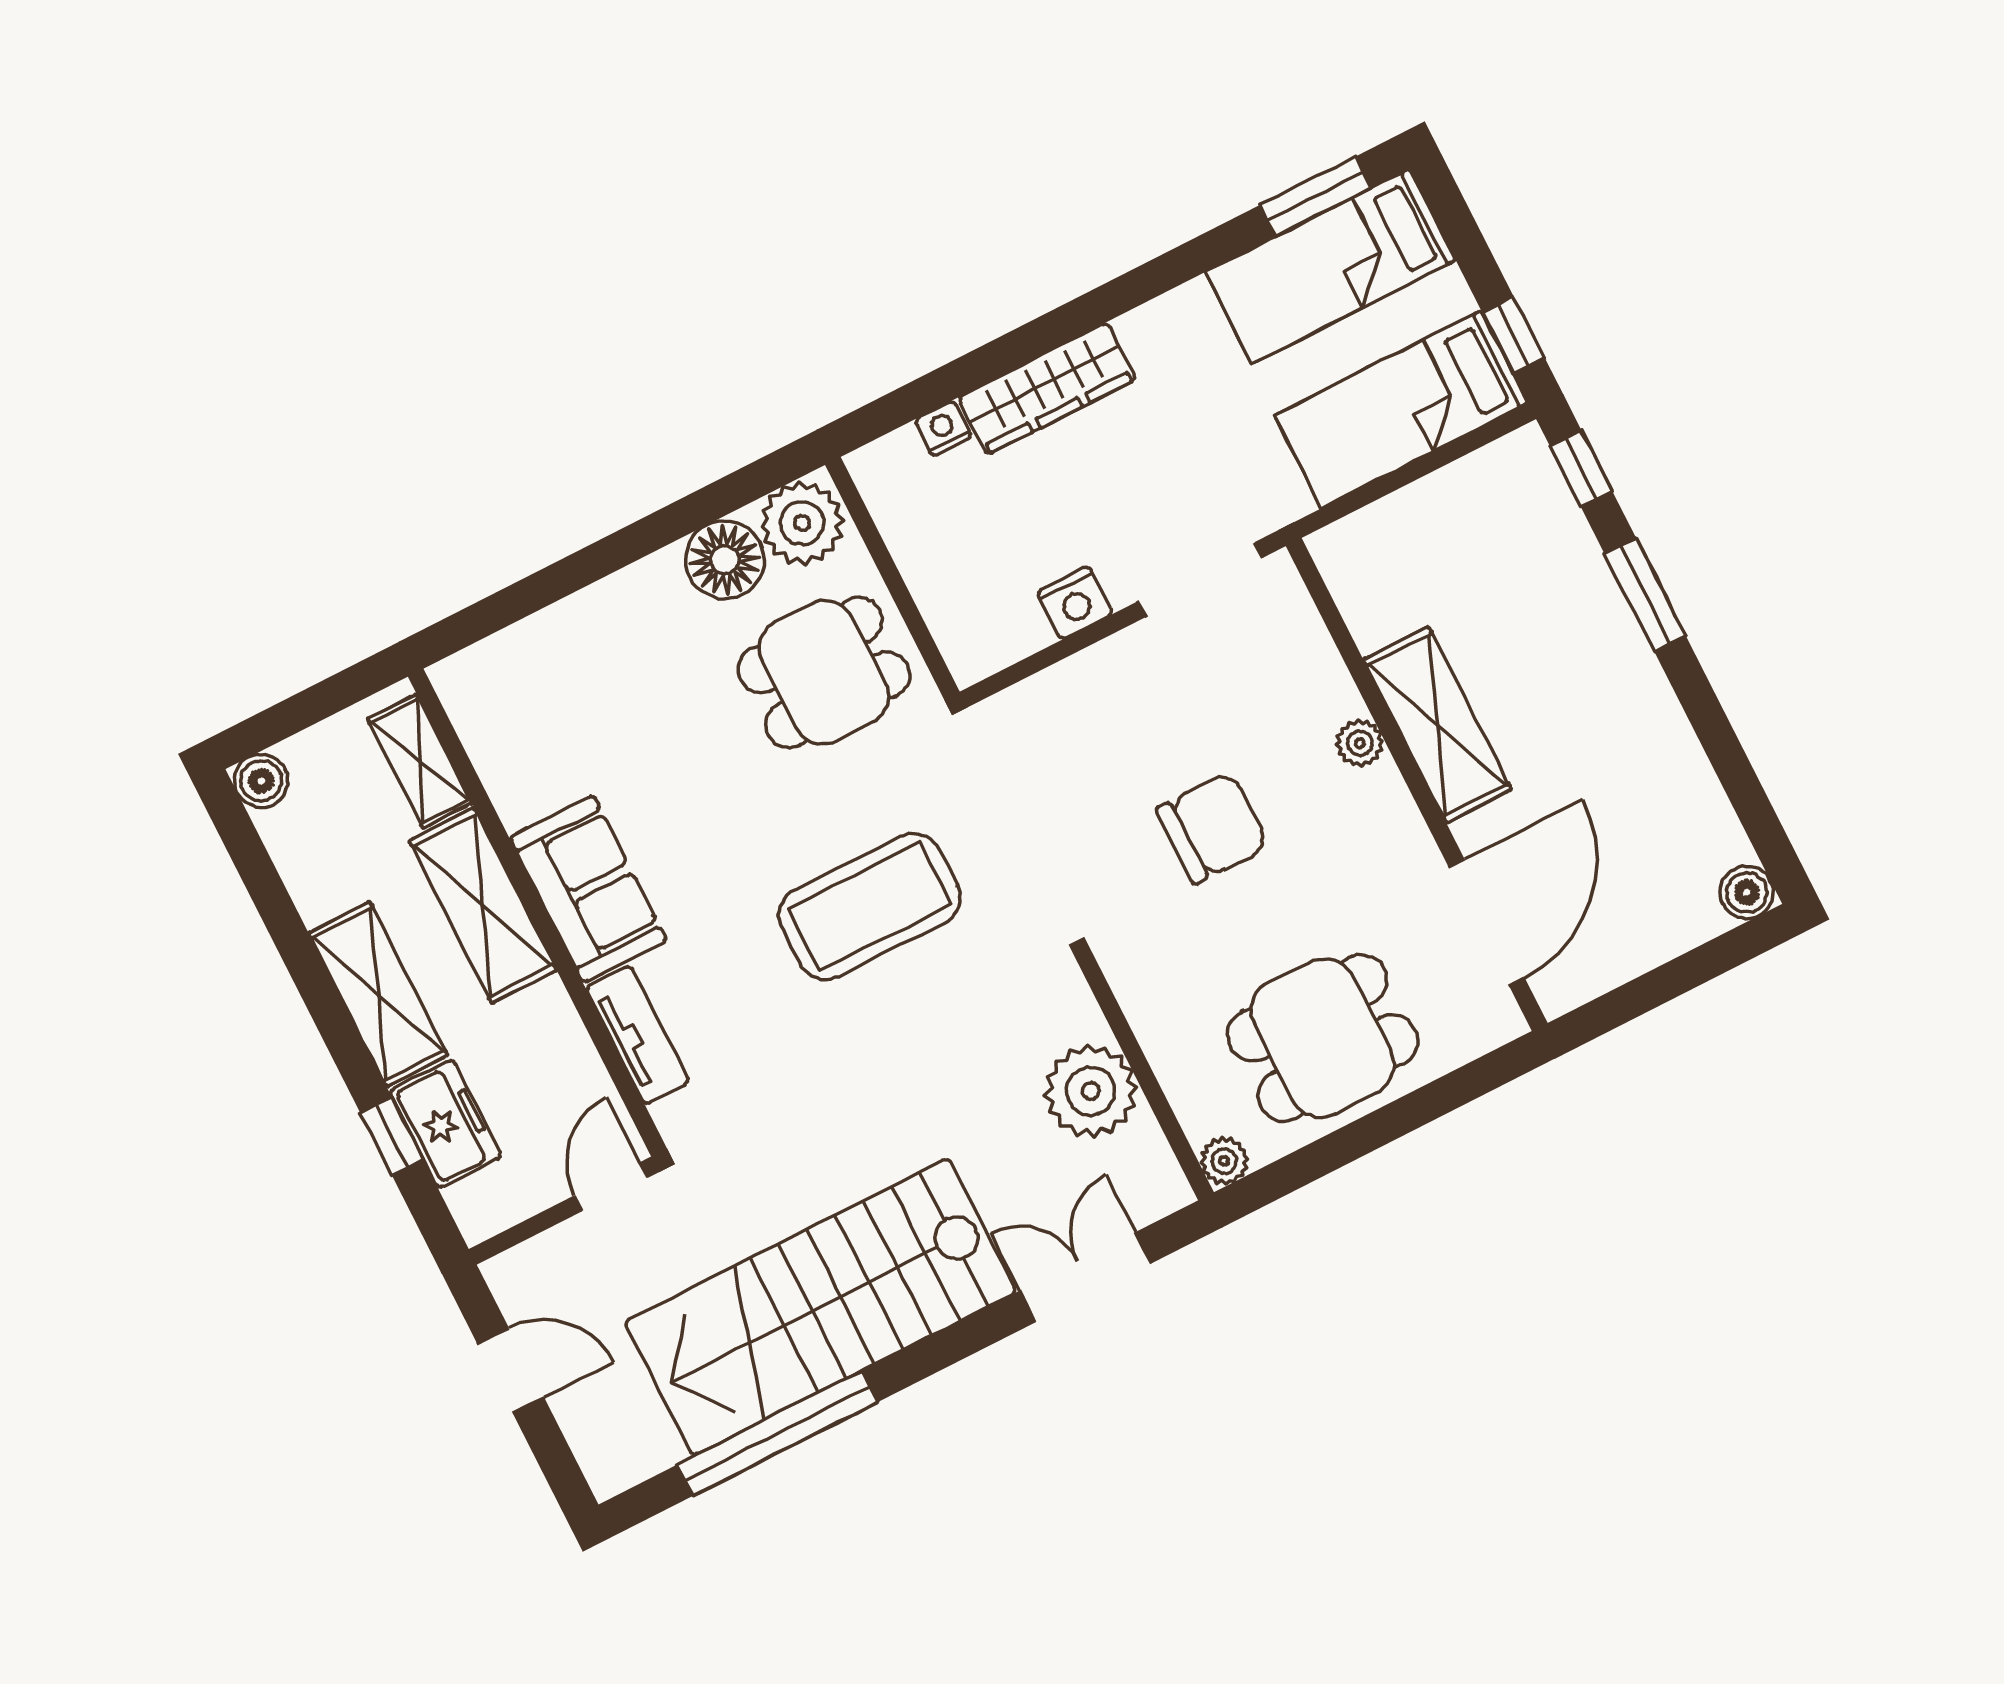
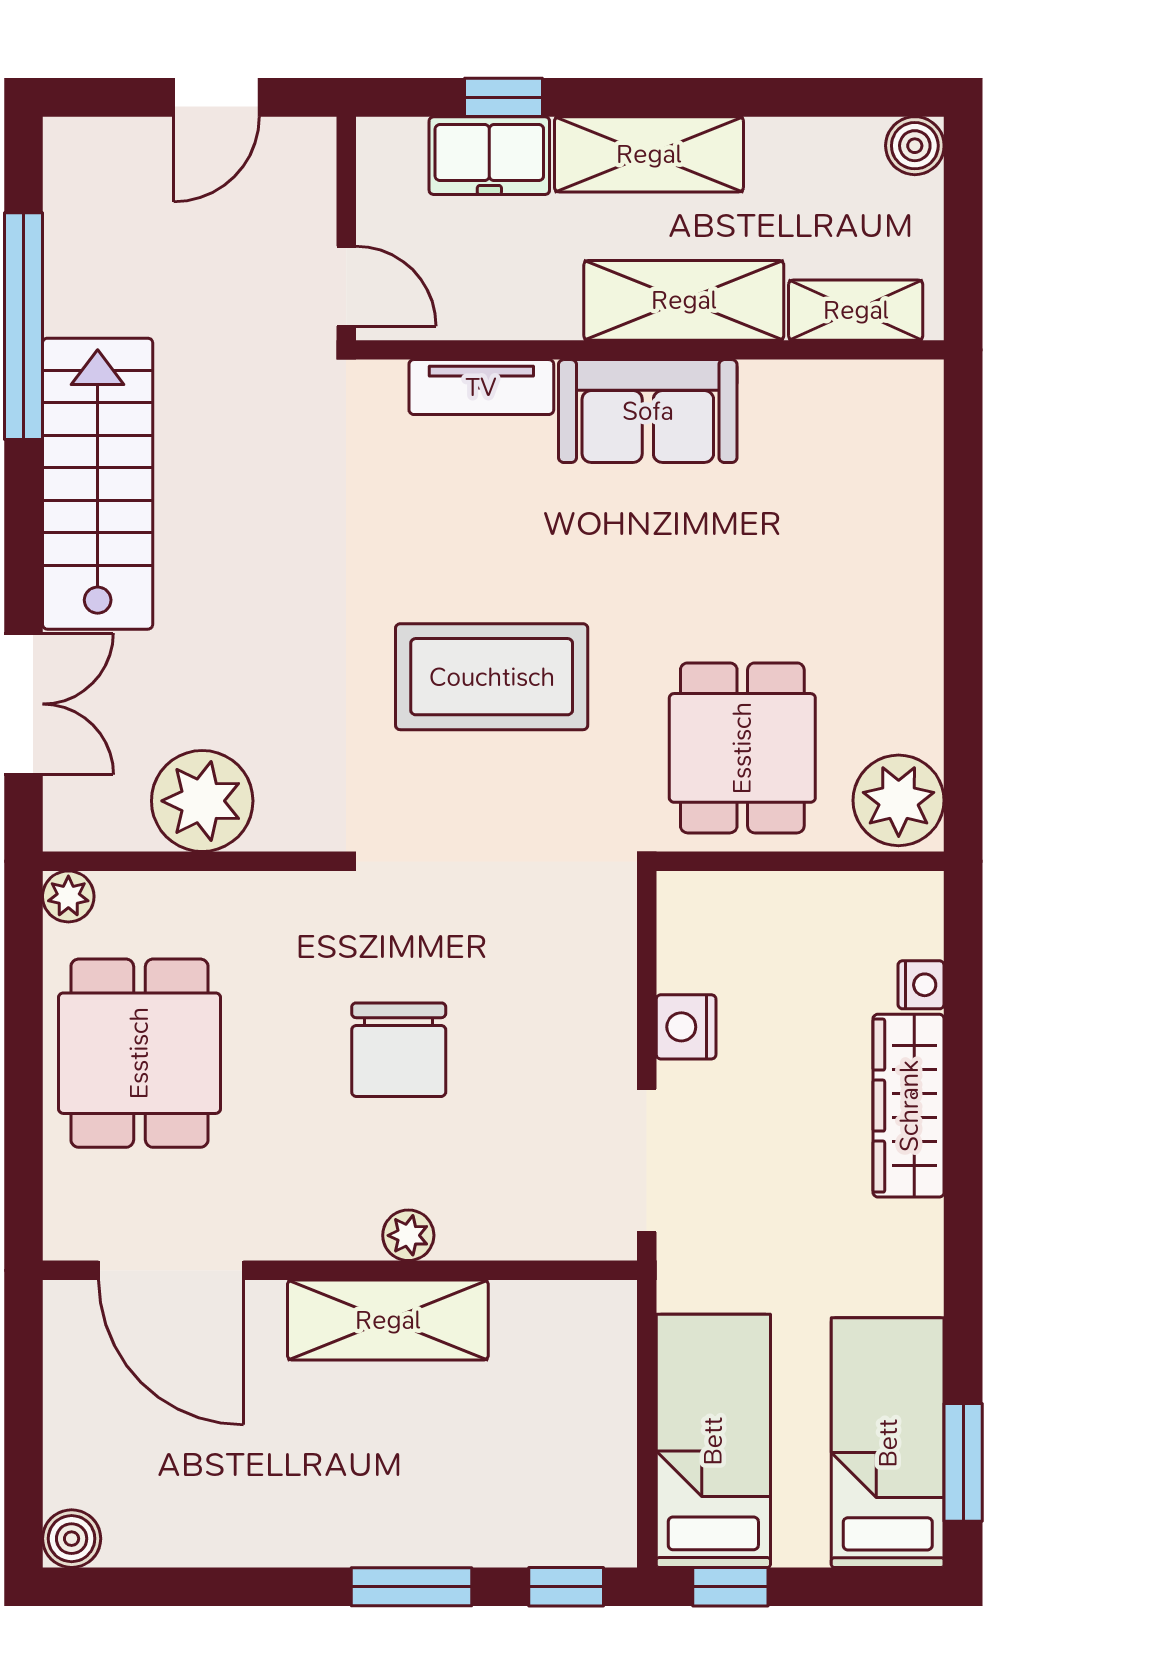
floor lamp: (725, 560) -> (901, 707), removed
coffee table: (870, 906) -> (492, 677), turned 90
stairs: (820, 1307) -> (98, 484), width x0.73, depth x0.66

